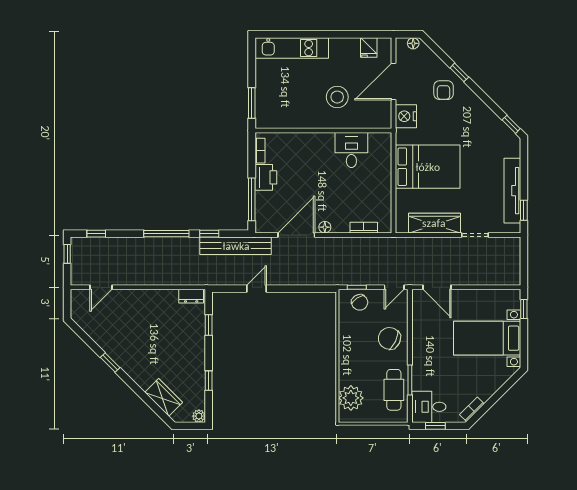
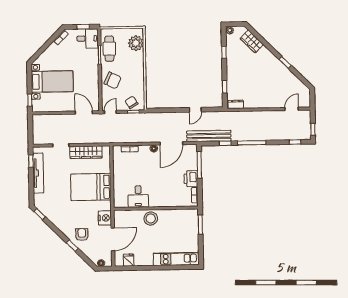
stool: (337, 97) -> (151, 219), moved

